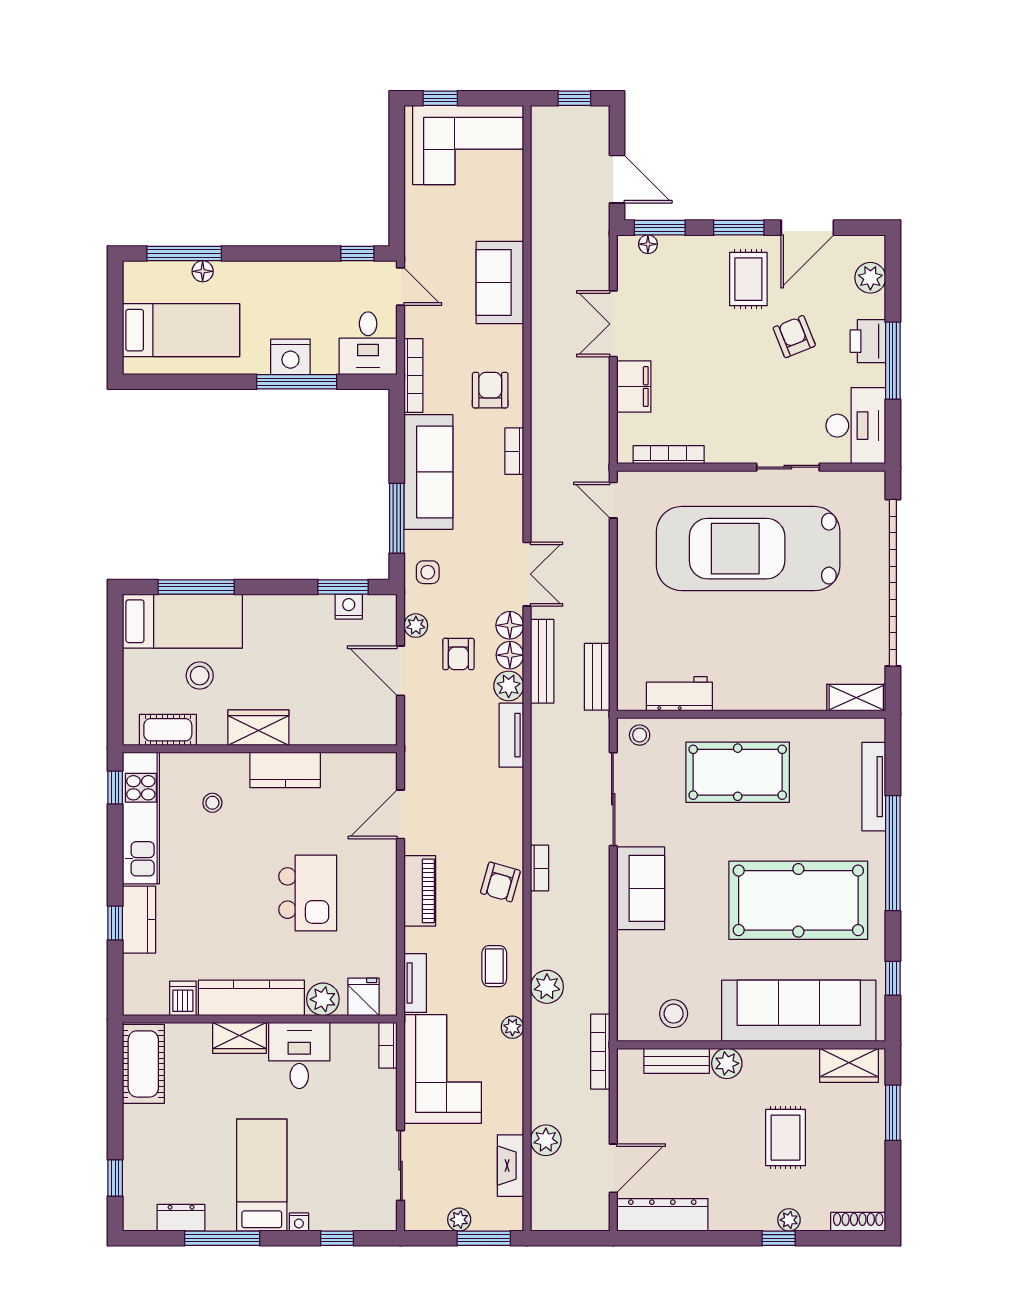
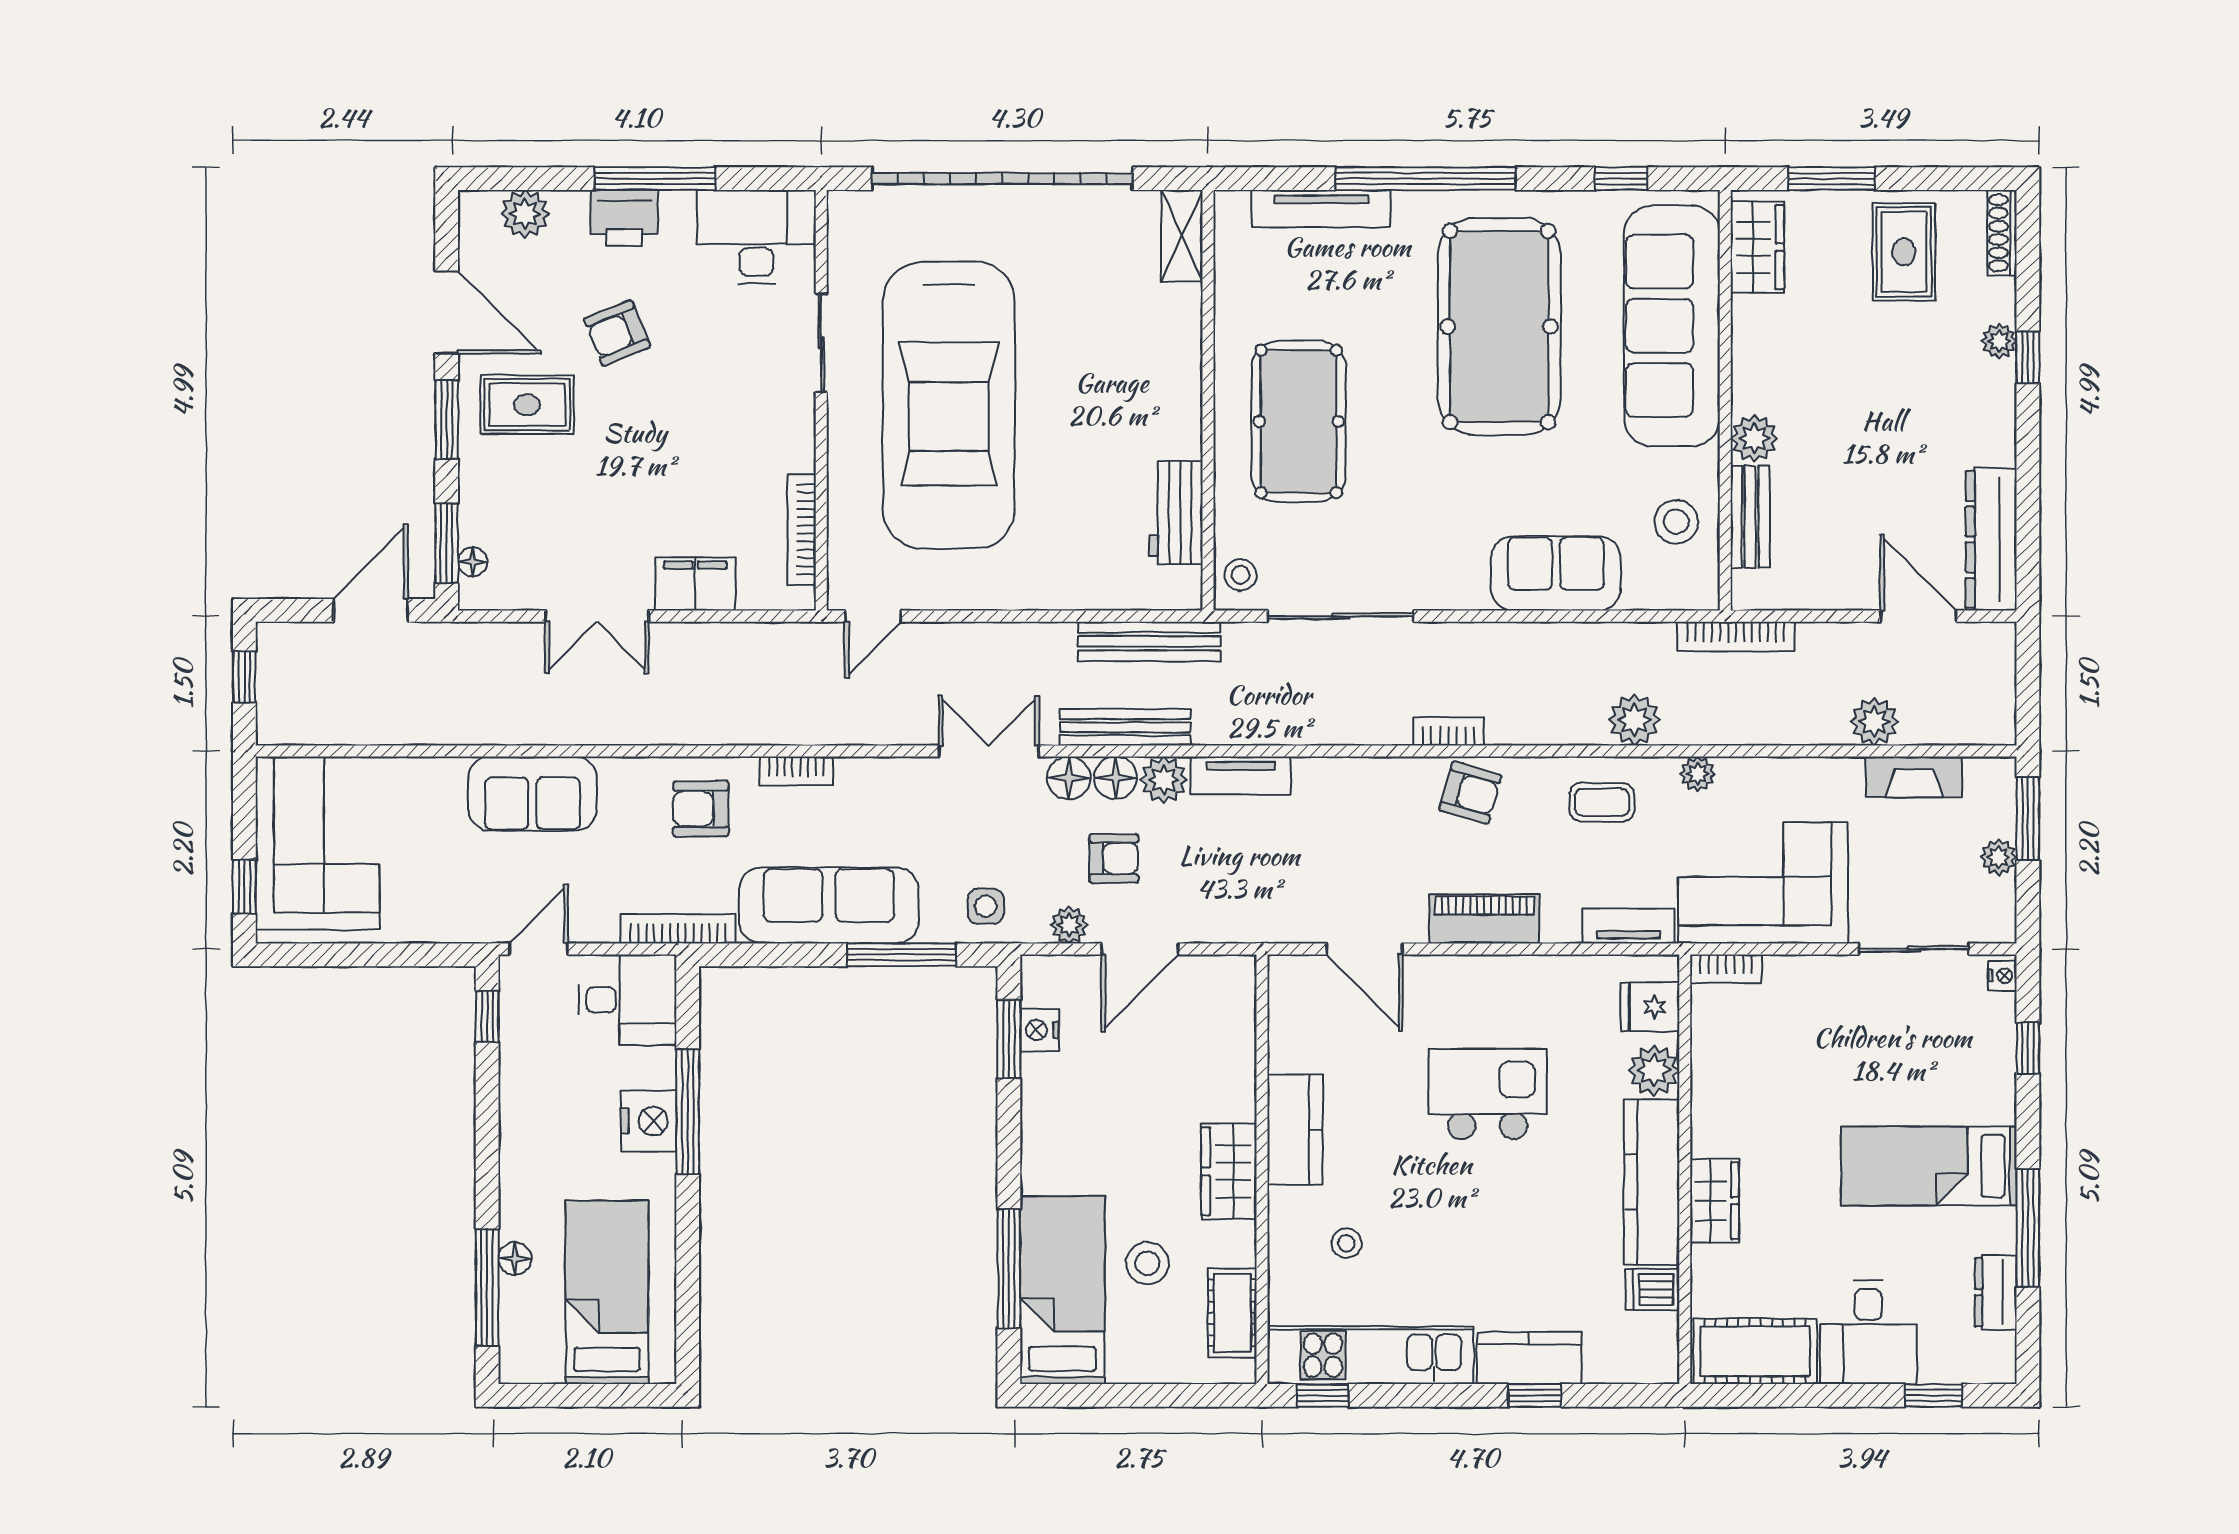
bench: (597, 677) -> (1149, 641), width x1.36
sofa: (641, 888) -> (1556, 573), moved
desk: (299, 1055) -> (1868, 1332), moved, turned -90
rug: (786, 1138) -> (1904, 252), moved, turned 90
nightstand: (299, 1222) -> (2002, 976), moved

